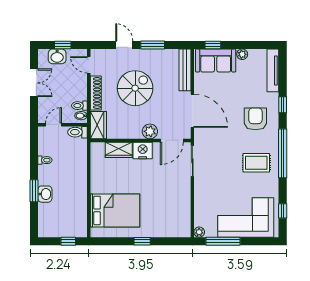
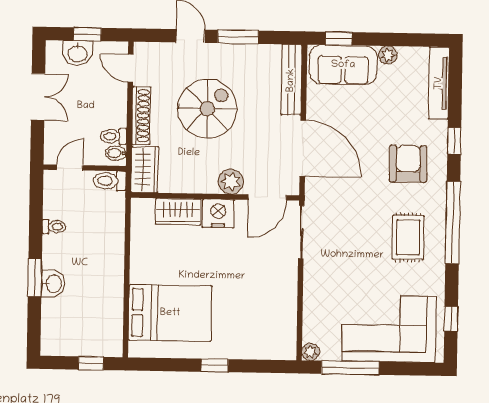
rug: (256, 163) -> (408, 237), turned 90

